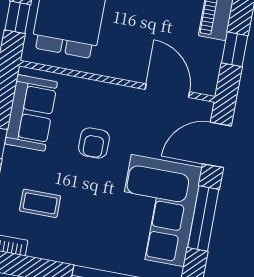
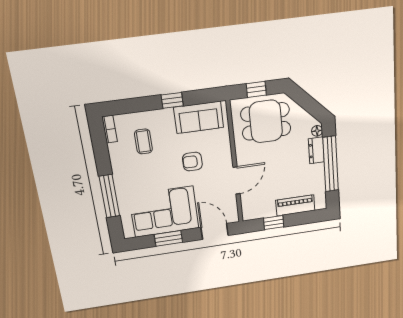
door: (167, 91) -> (237, 180), moved
window: (203, 219) -> (168, 238), width x0.69

